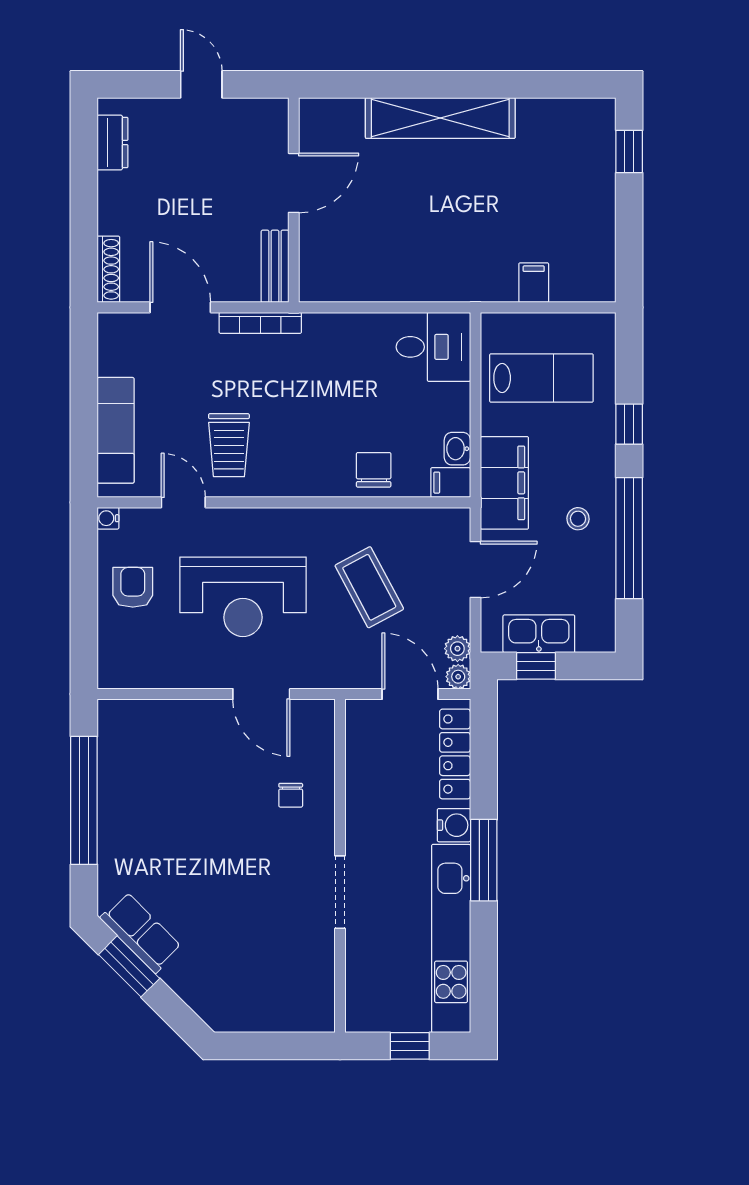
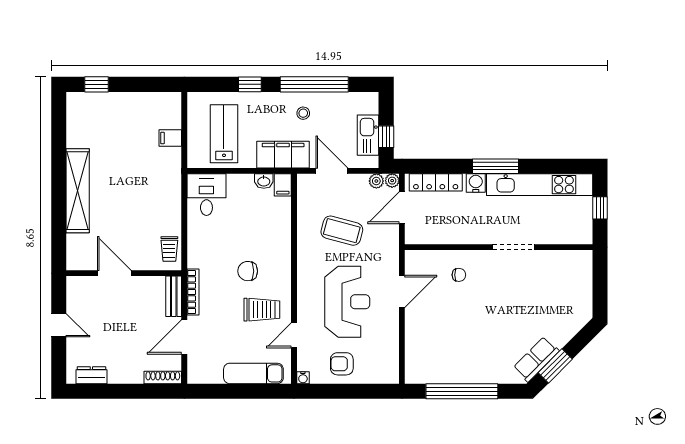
door: (201, 84) -> (59, 325), swing flipped
bench: (275, 266) -> (174, 296), moved, turned 90
trolley: (337, 281) -> (169, 249), added
chair: (374, 470) -> (248, 271), moved
coffee table: (369, 587) -> (342, 231), turned 43

